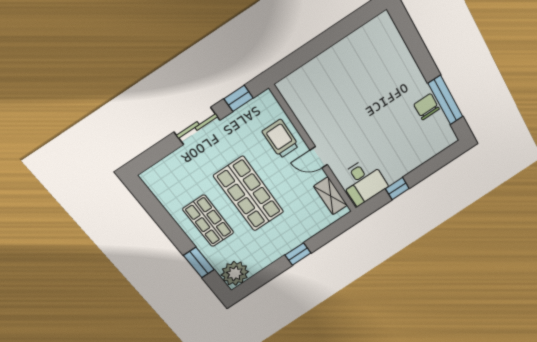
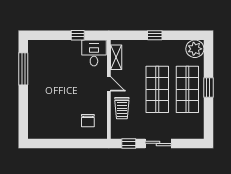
chair: (427, 107) -> (88, 121), moved
shop shelf: (208, 221) -> (187, 89), width x1.43, depth x1.36
window: (199, 263) -> (208, 88), moved

